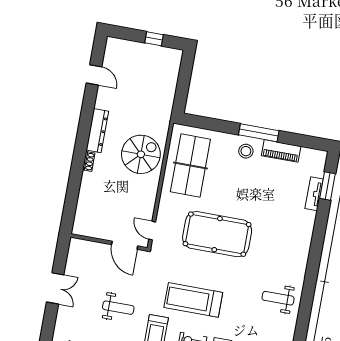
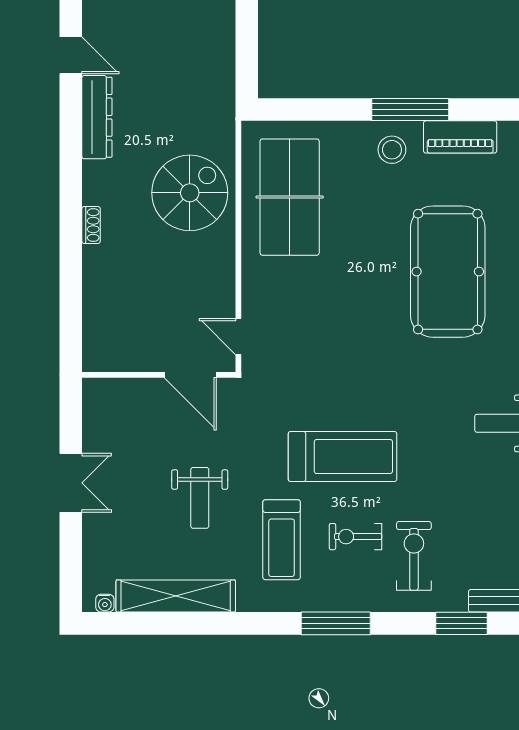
dresser: (97, 131) -> (97, 117), moved
pool table: (217, 234) -> (448, 272), moved, turned 90
treadmill: (193, 300) -> (343, 457), turned 180
weight bench: (118, 308) -> (200, 498), turned 90

